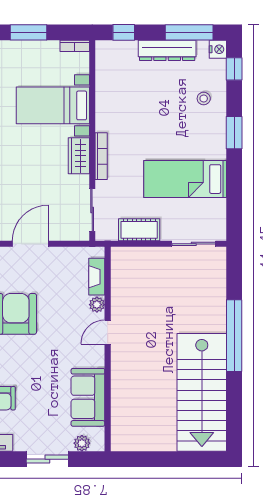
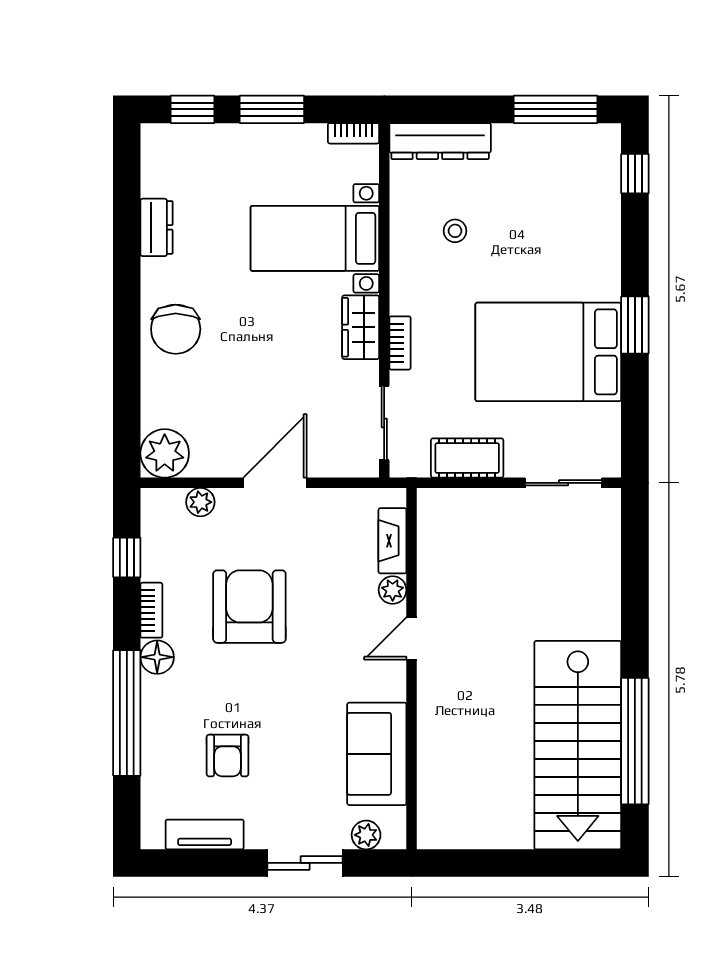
window: (124, 32) -> (440, 109), removed
nightstand: (218, 49) -> (606, 139), removed
dresser: (167, 50) -> (440, 141), moved
stool: (204, 99) -> (455, 231), moved
window: (234, 133) -> (635, 325), moved
bookcase: (101, 156) -> (400, 343), width x0.64
bed: (185, 179) -> (548, 352), width x1.50
window: (234, 336) -> (635, 741), moved

